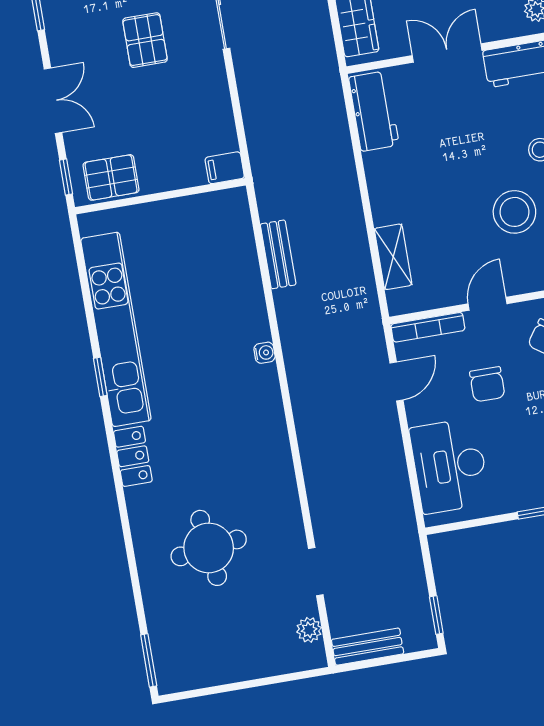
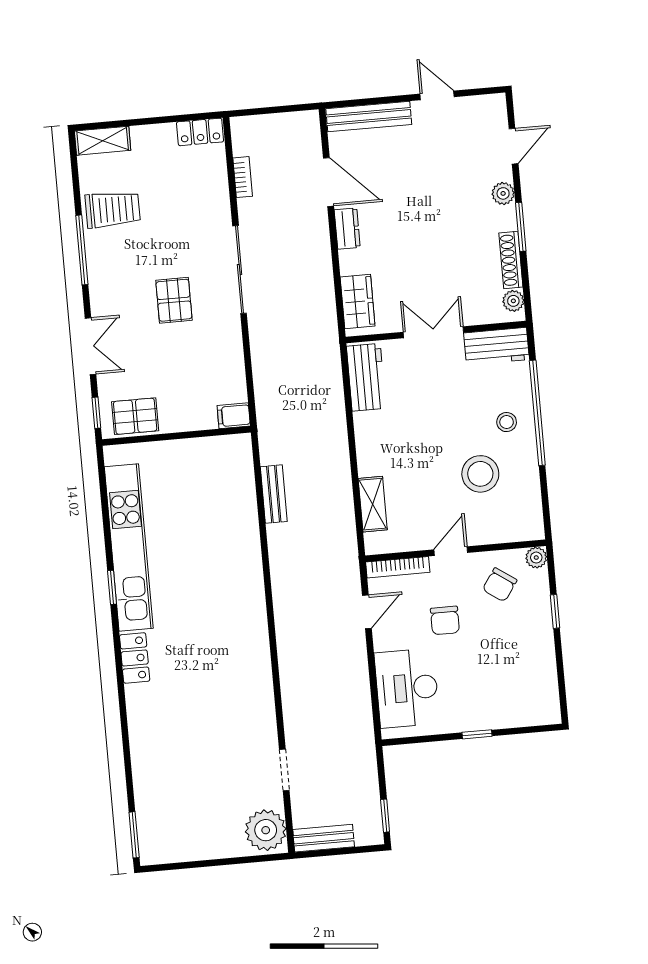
water cooler: (265, 353) -> (255, 578), removed
round table: (209, 548) -> (194, 742), removed
plant: (309, 630) -> (266, 830), width x1.87, depth x1.87

